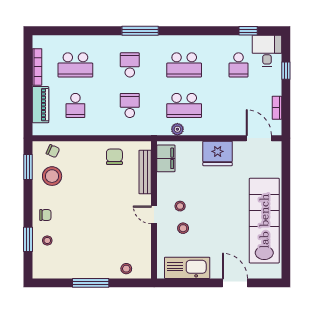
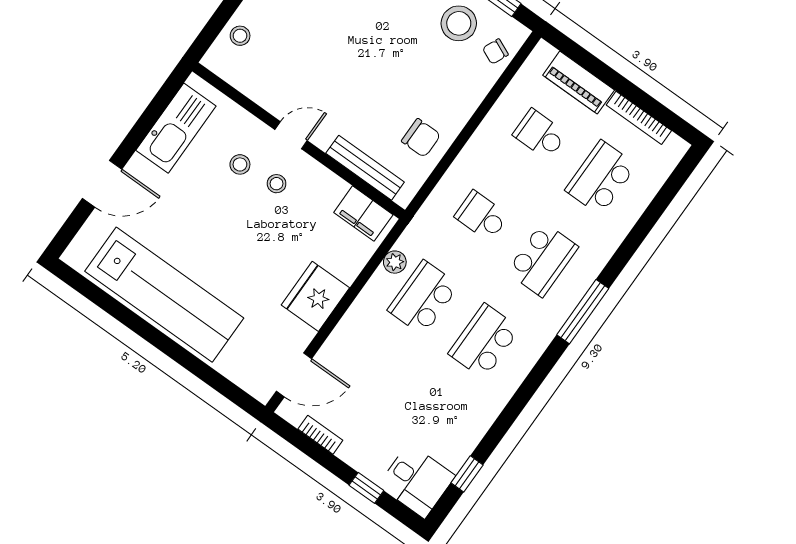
school desk: (130, 65) -> (542, 259), width x1.85
school desk: (239, 65) -> (426, 423), removed
school desk: (130, 105) -> (482, 216), turned 180

